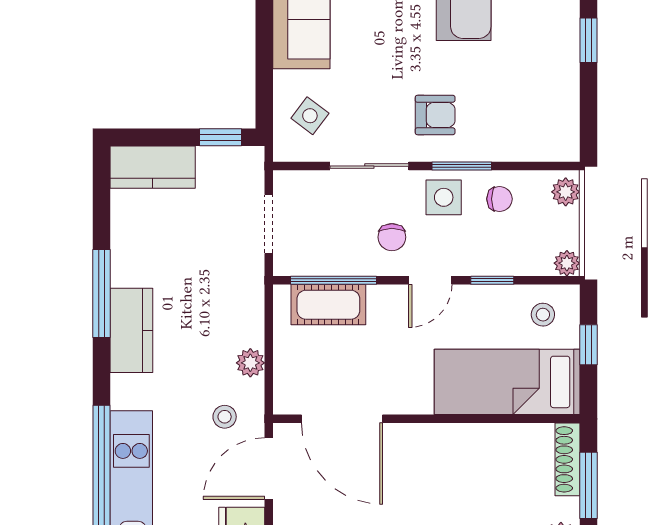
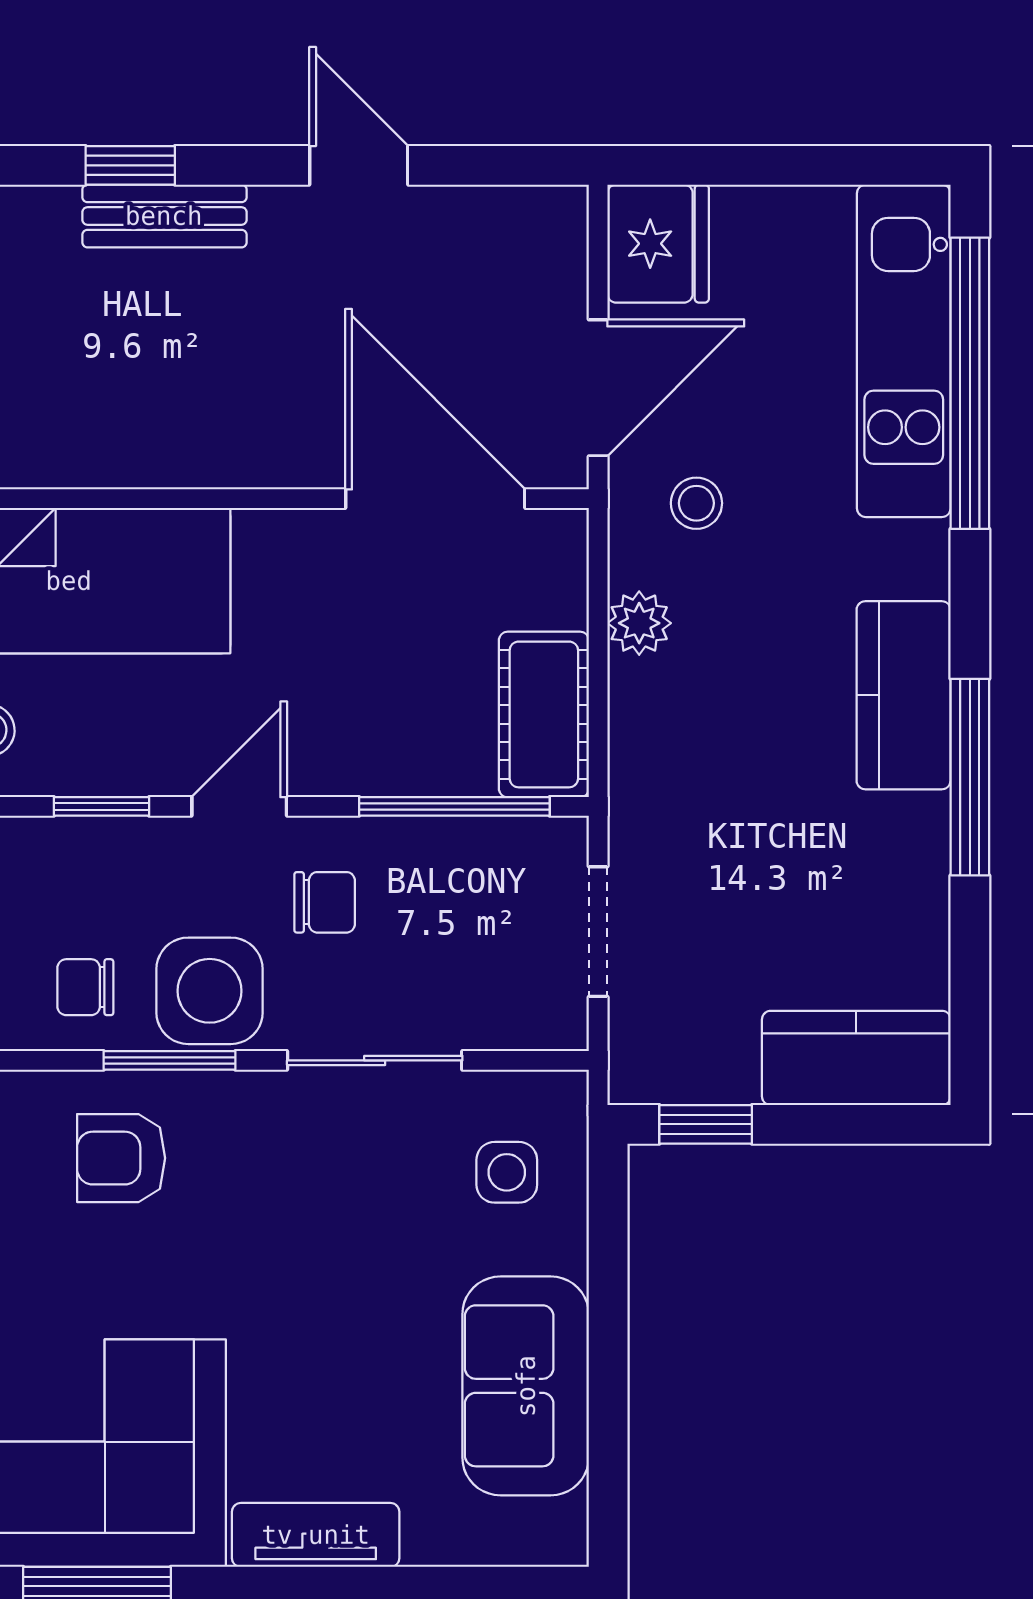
armchair: (435, 115) -> (121, 1158), moved
side table: (310, 116) -> (507, 1172), turned -37
side table: (444, 197) -> (210, 991), width x1.37, depth x1.37
chair: (392, 237) -> (325, 902), turned 90
cot: (328, 305) -> (544, 714), moved, turned 90

